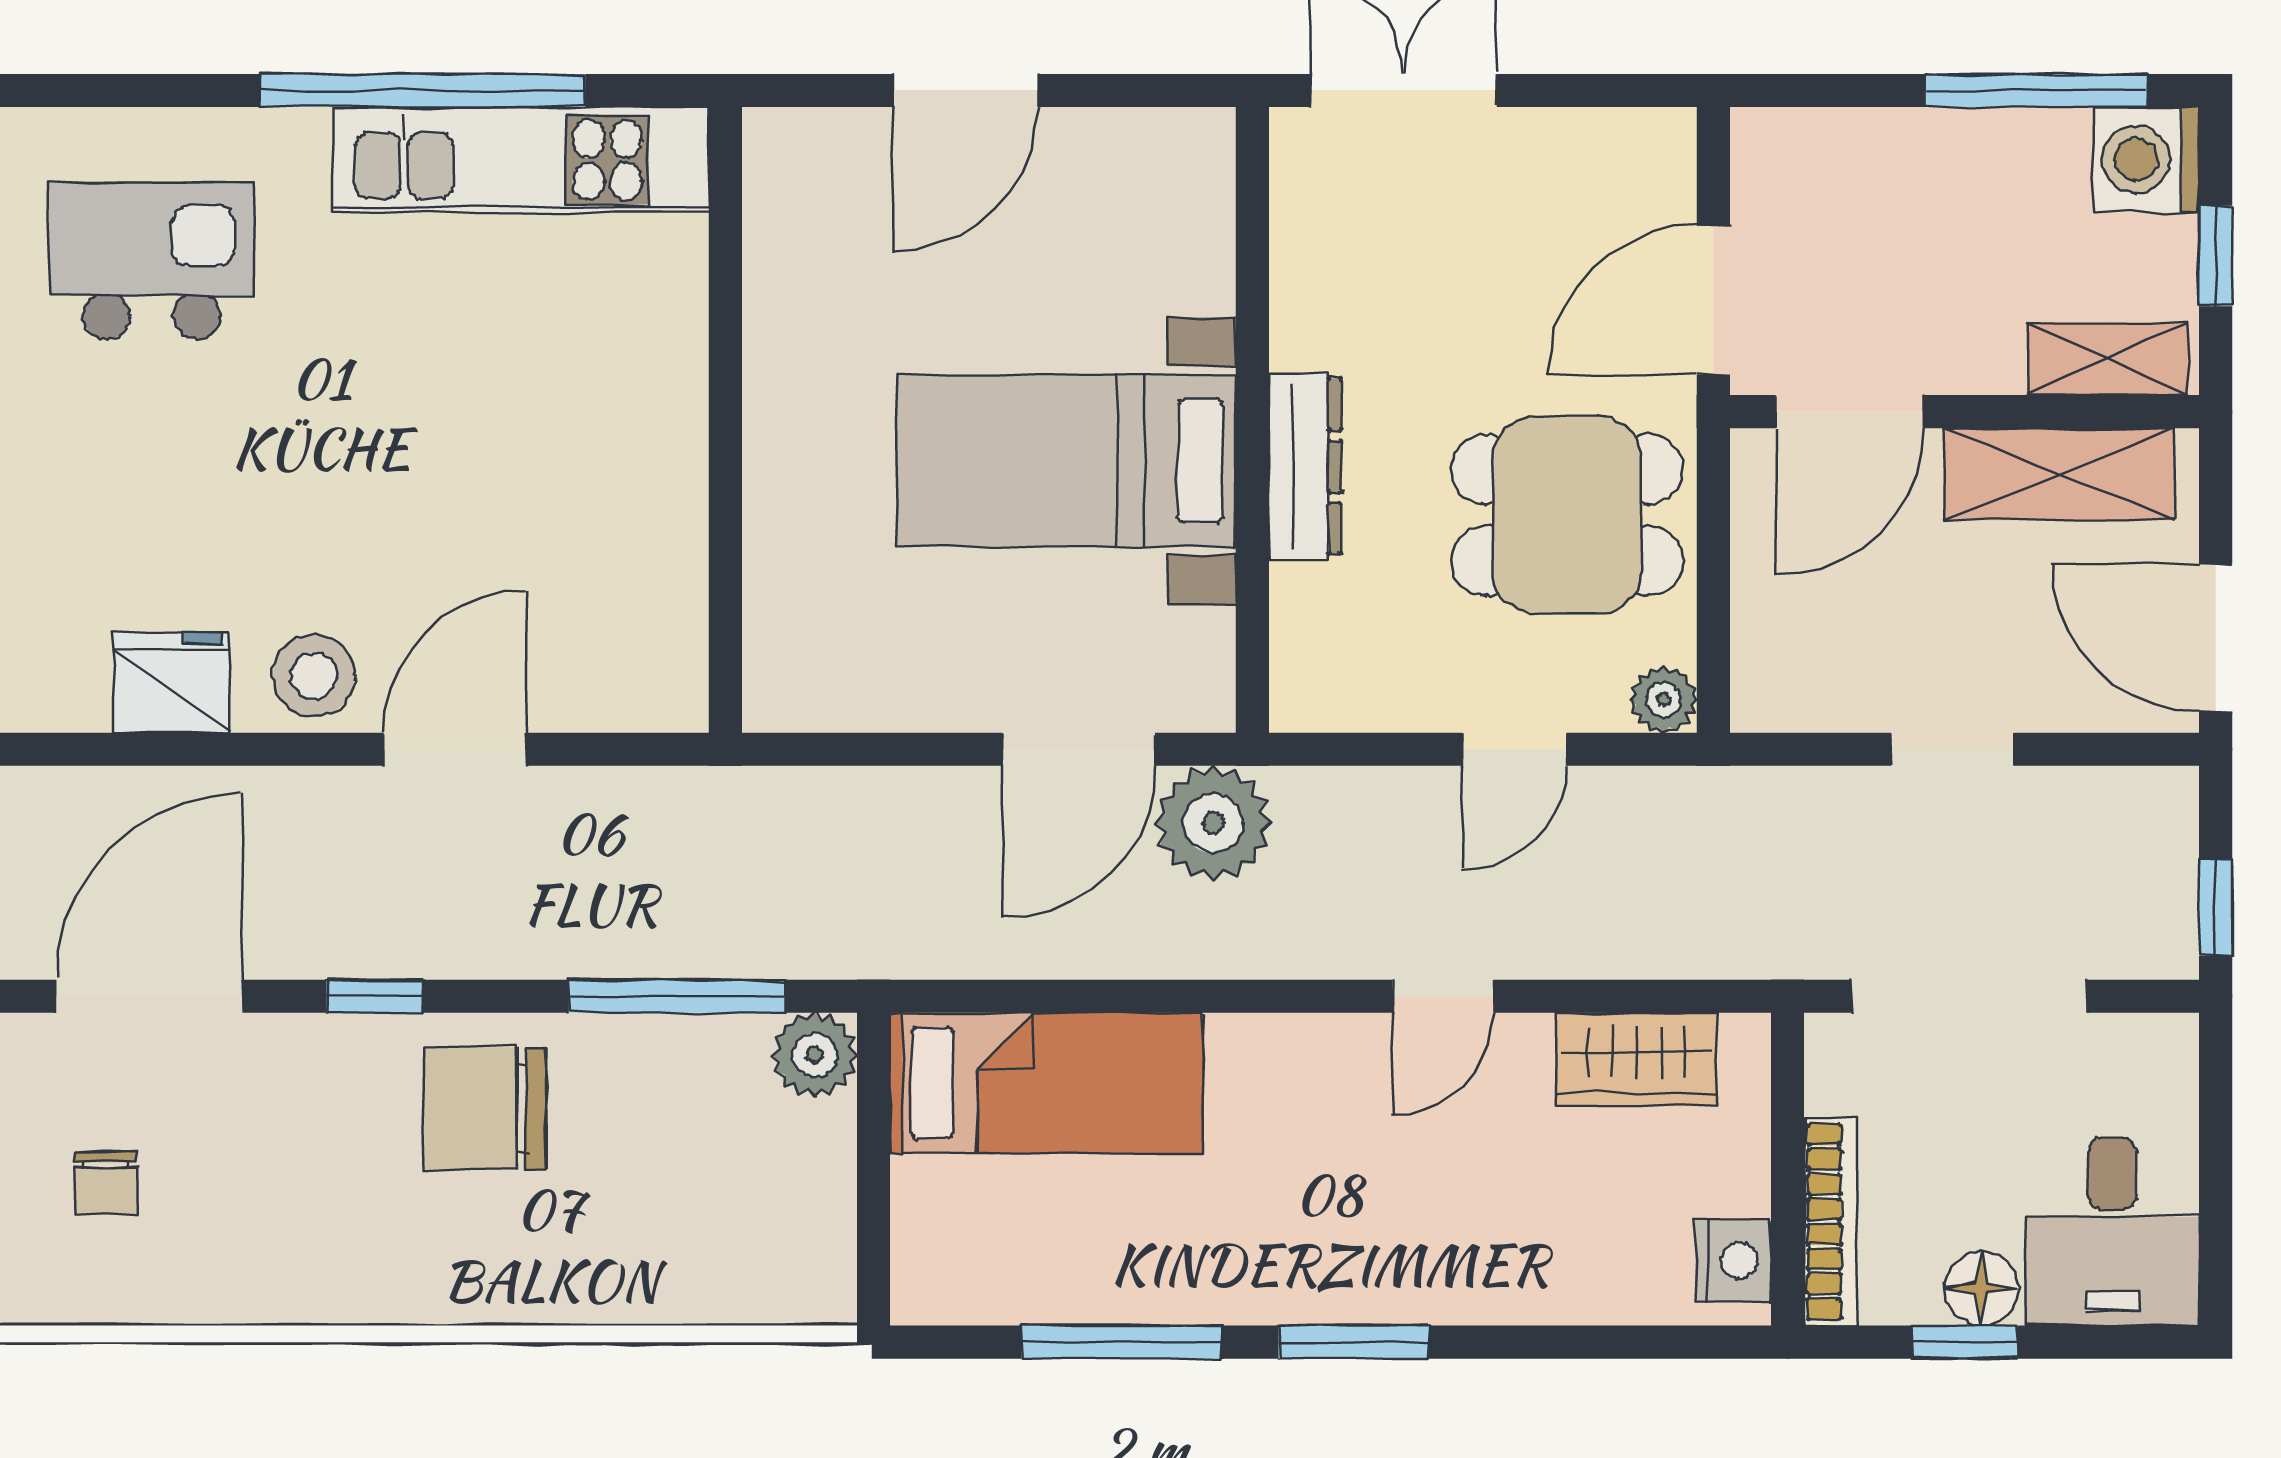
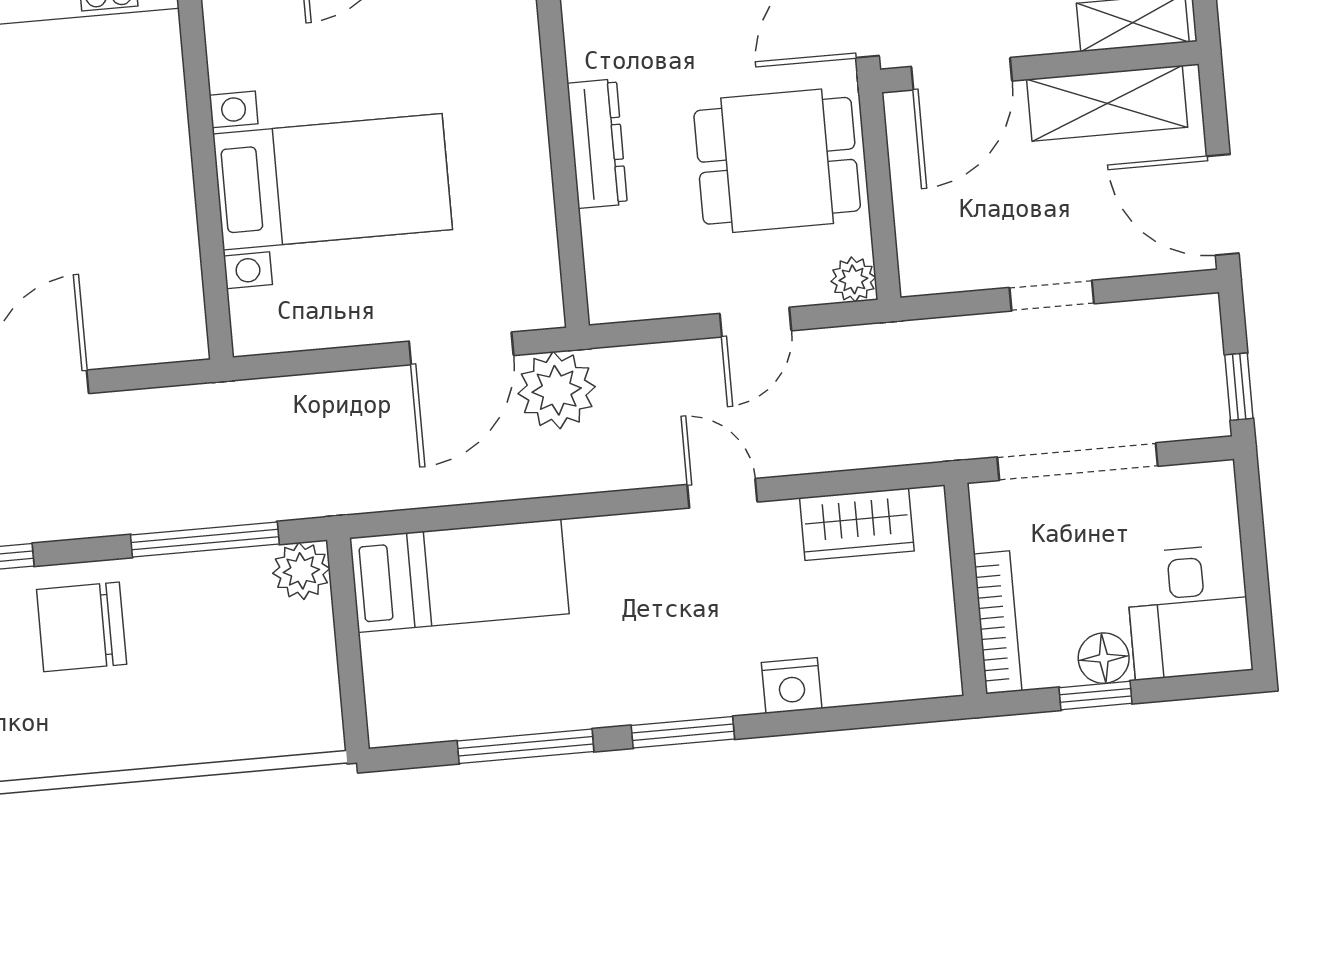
bed with nightstands: (1066, 461) -> (332, 182), moved, turned 180
door: (1443, 996) -> (722, 493), swing flipped
nightstand: (1733, 1261) -> (792, 686), moved, turned 90

